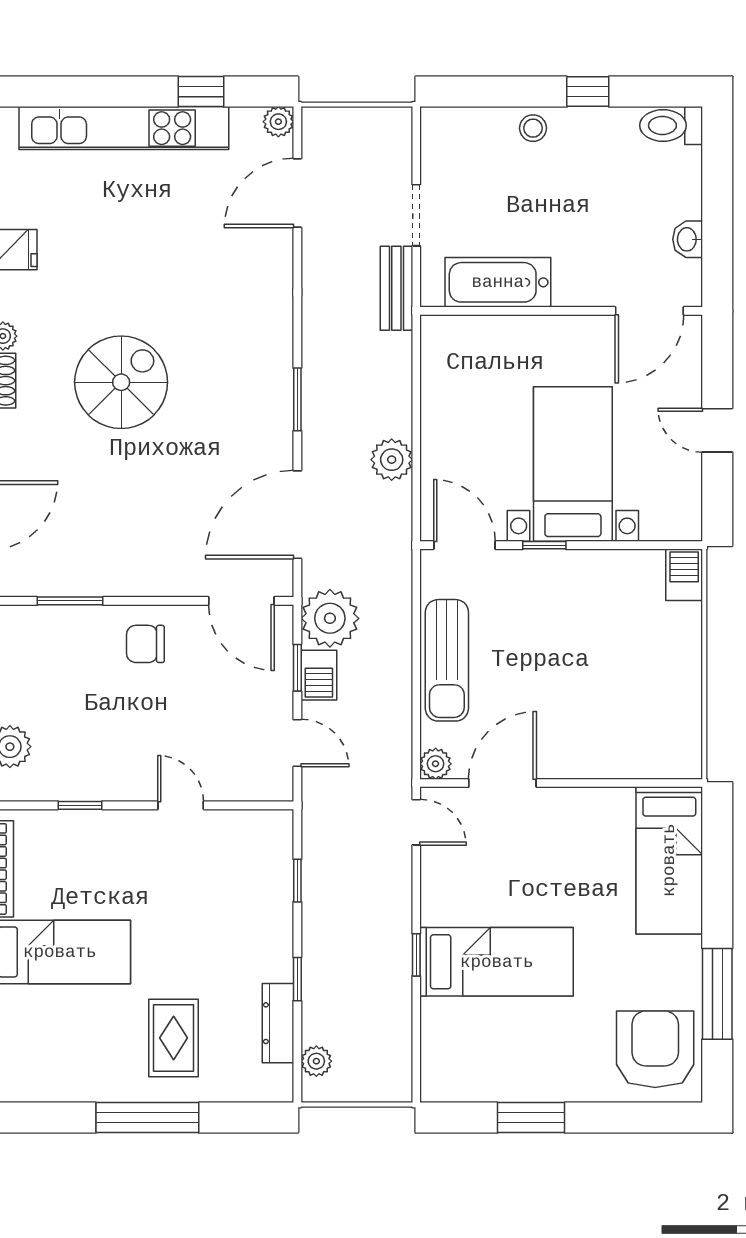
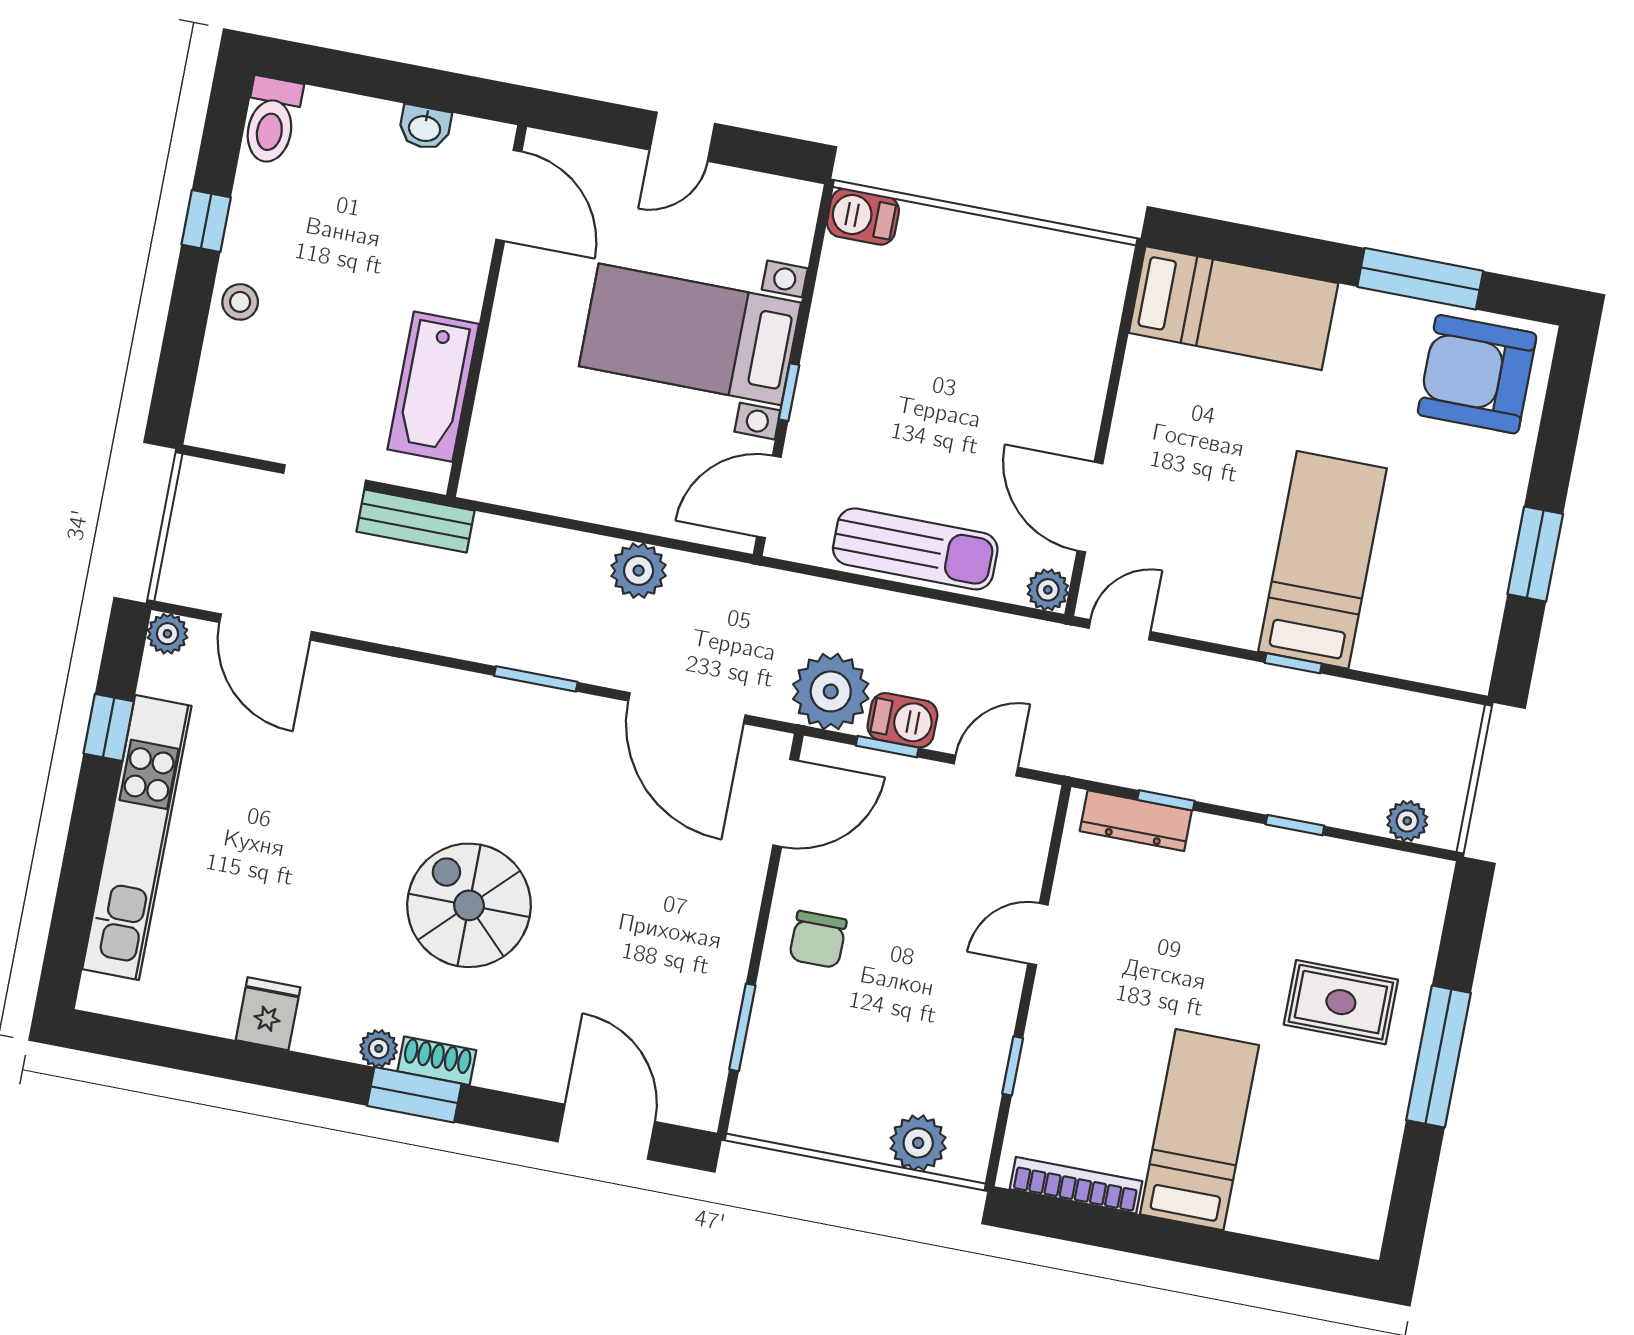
dresser: (278, 1023) -> (1136, 821), moved

